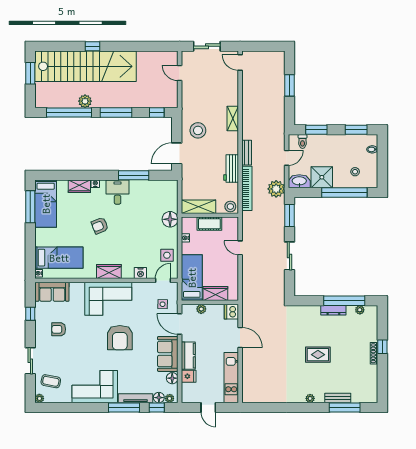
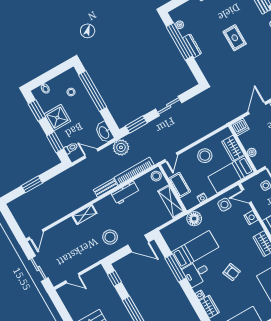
door: (180, 73) -> (72, 278), hinge flipped
shower: (322, 177) -> (57, 118), moved
bed: (140, 203) -> (195, 250), added
door: (240, 248) -> (171, 157), moved
stool: (223, 263) -> (205, 156), added

